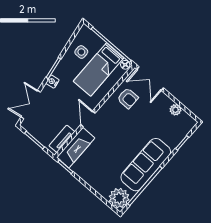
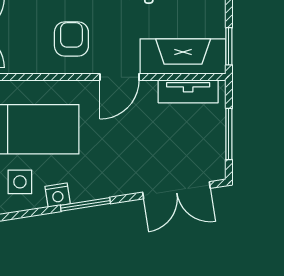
nightstand: (52, 82) -> (58, 195), moved
armchair: (128, 98) -> (71, 39), moved

